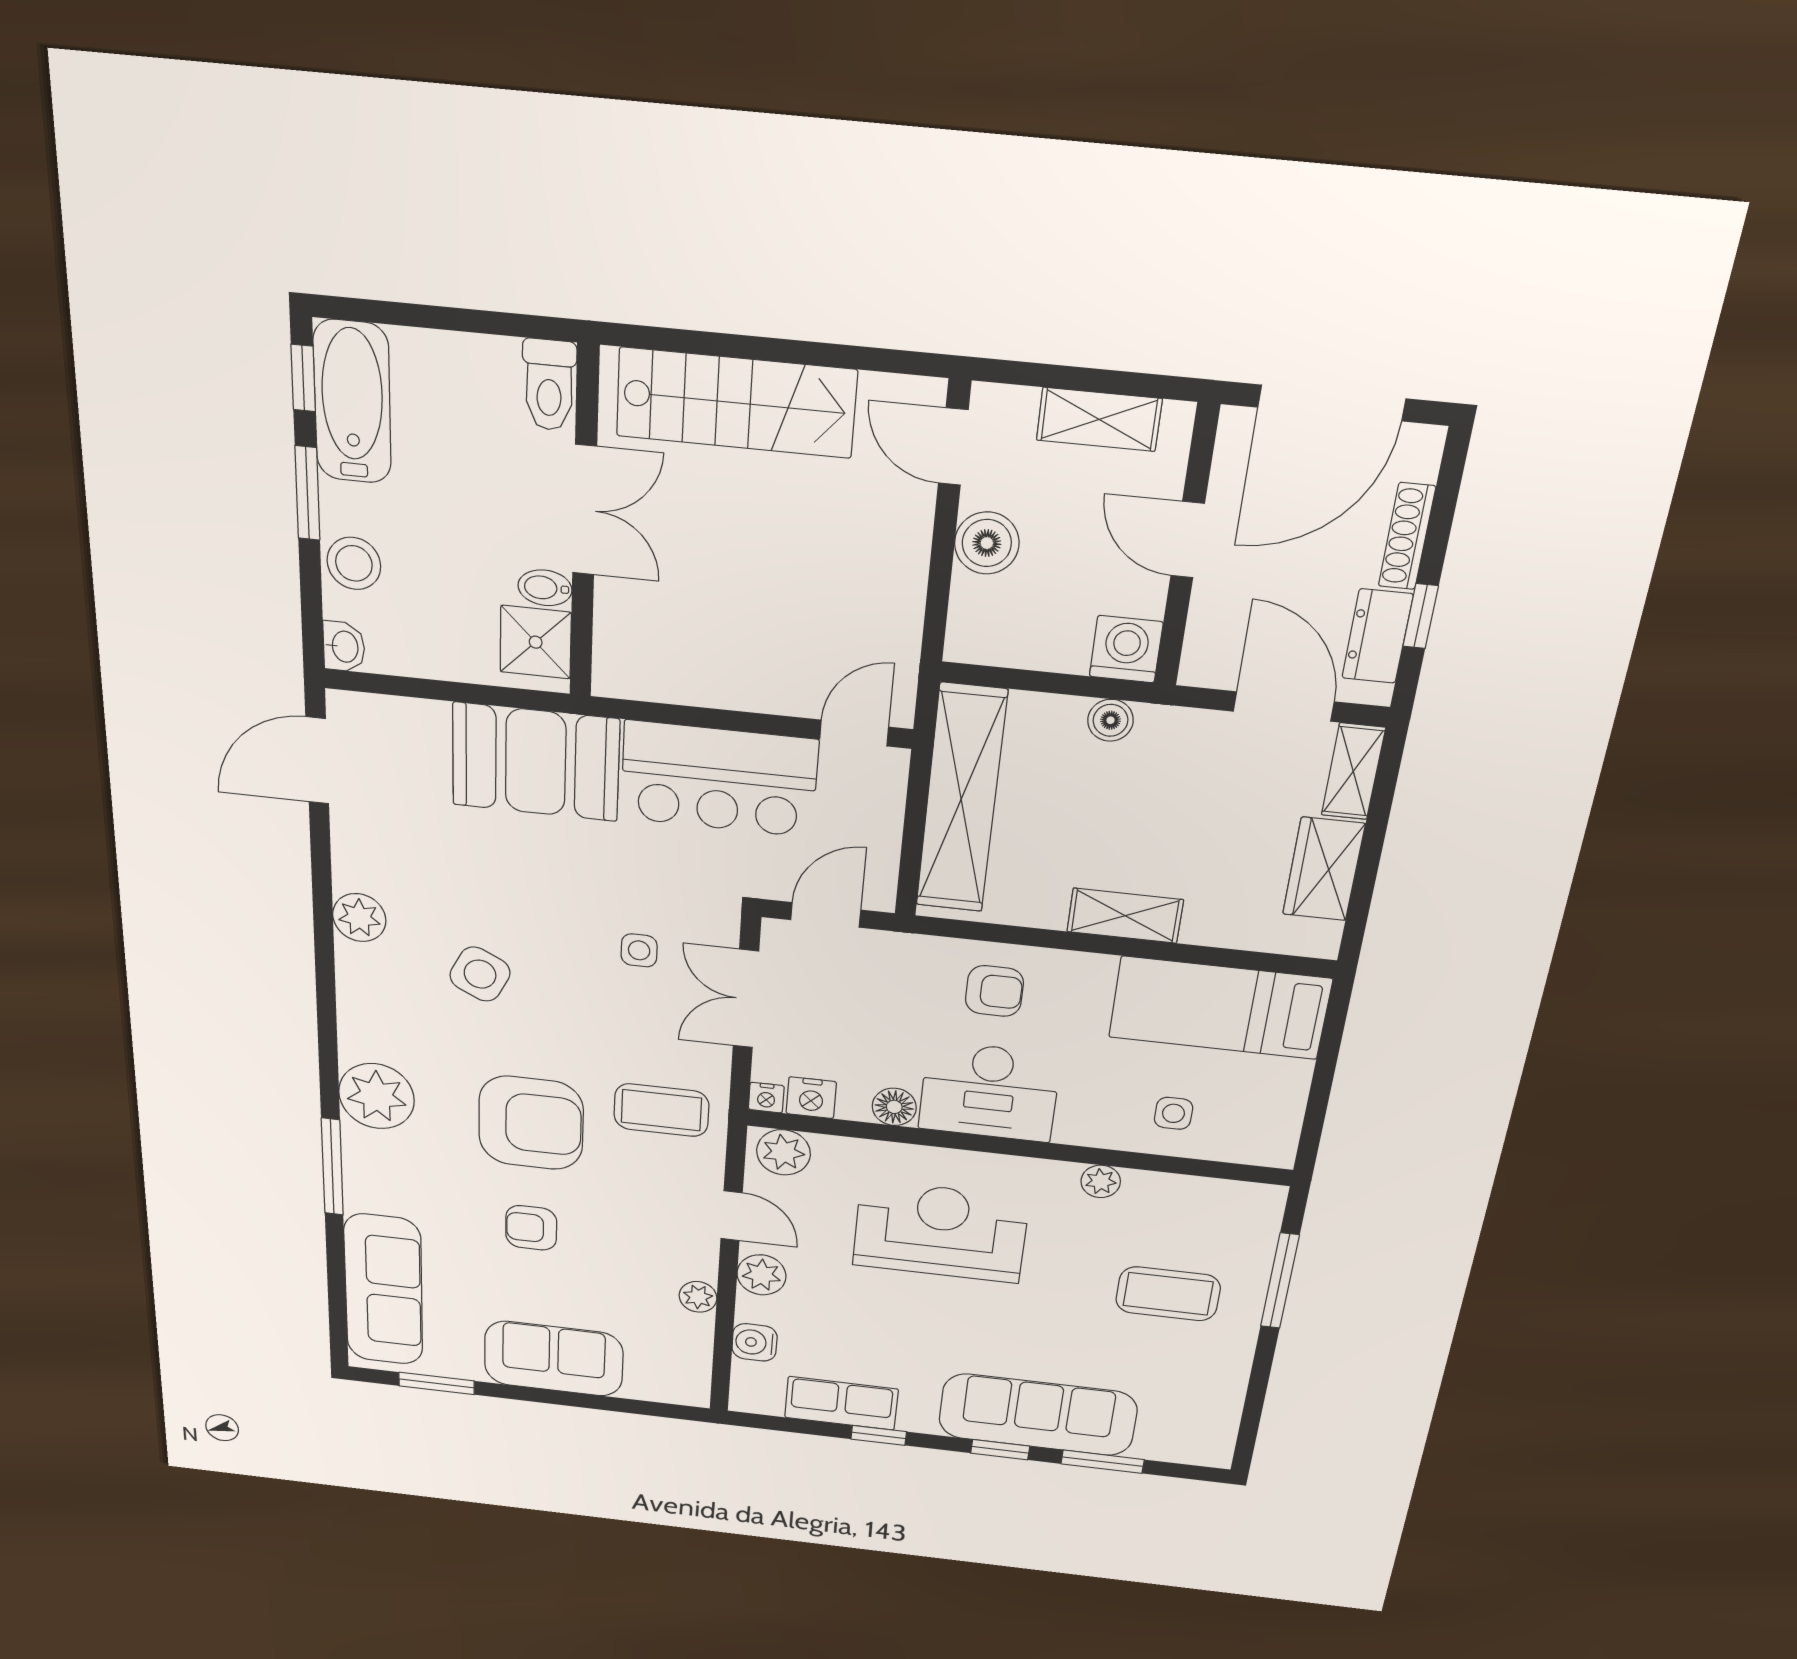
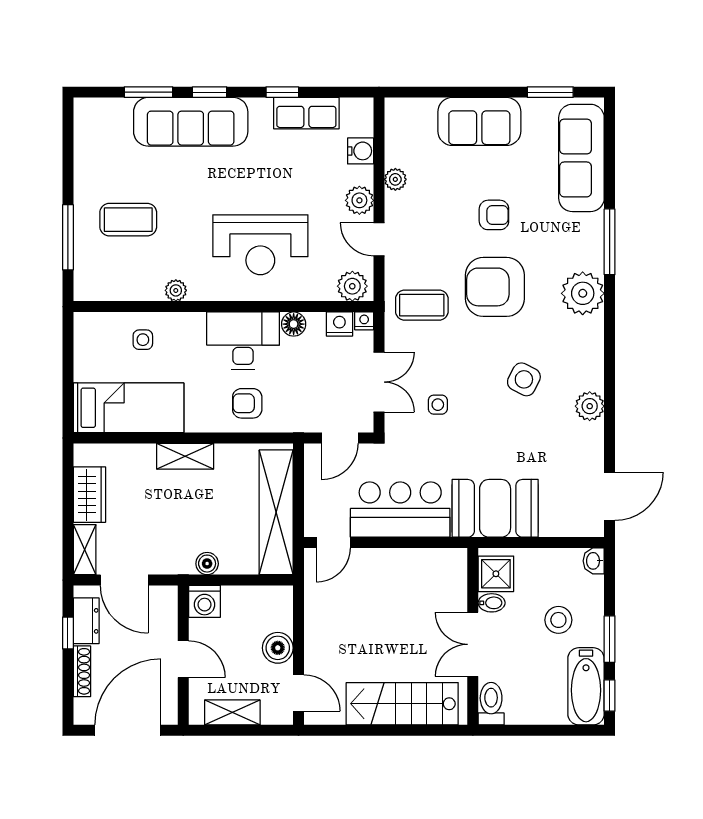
stool: (354, 563) -> (558, 620), moved

